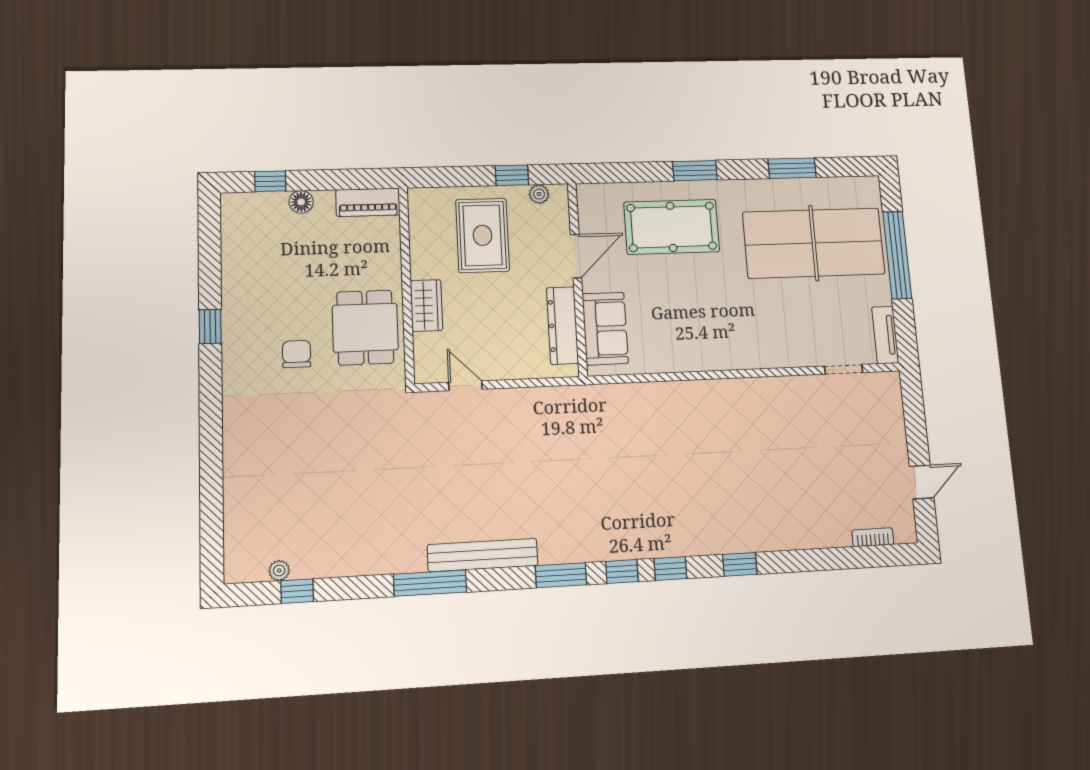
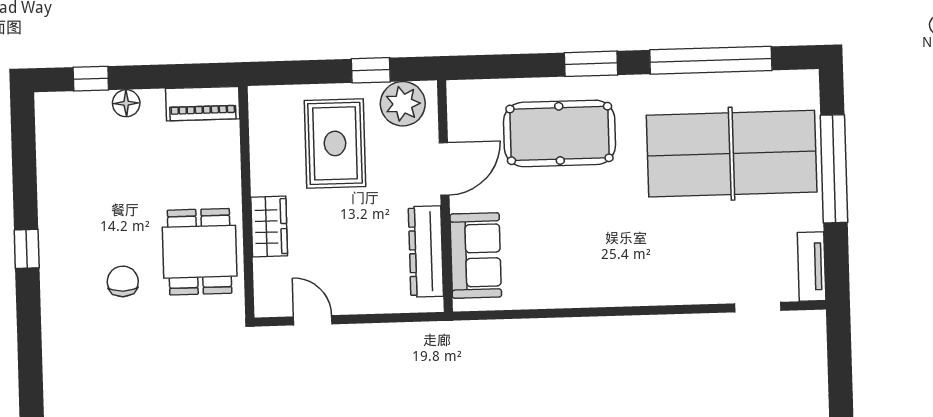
window: (792, 168) -> (711, 60), width x2.11
plant: (539, 194) -> (403, 104), width x1.88, depth x1.88

